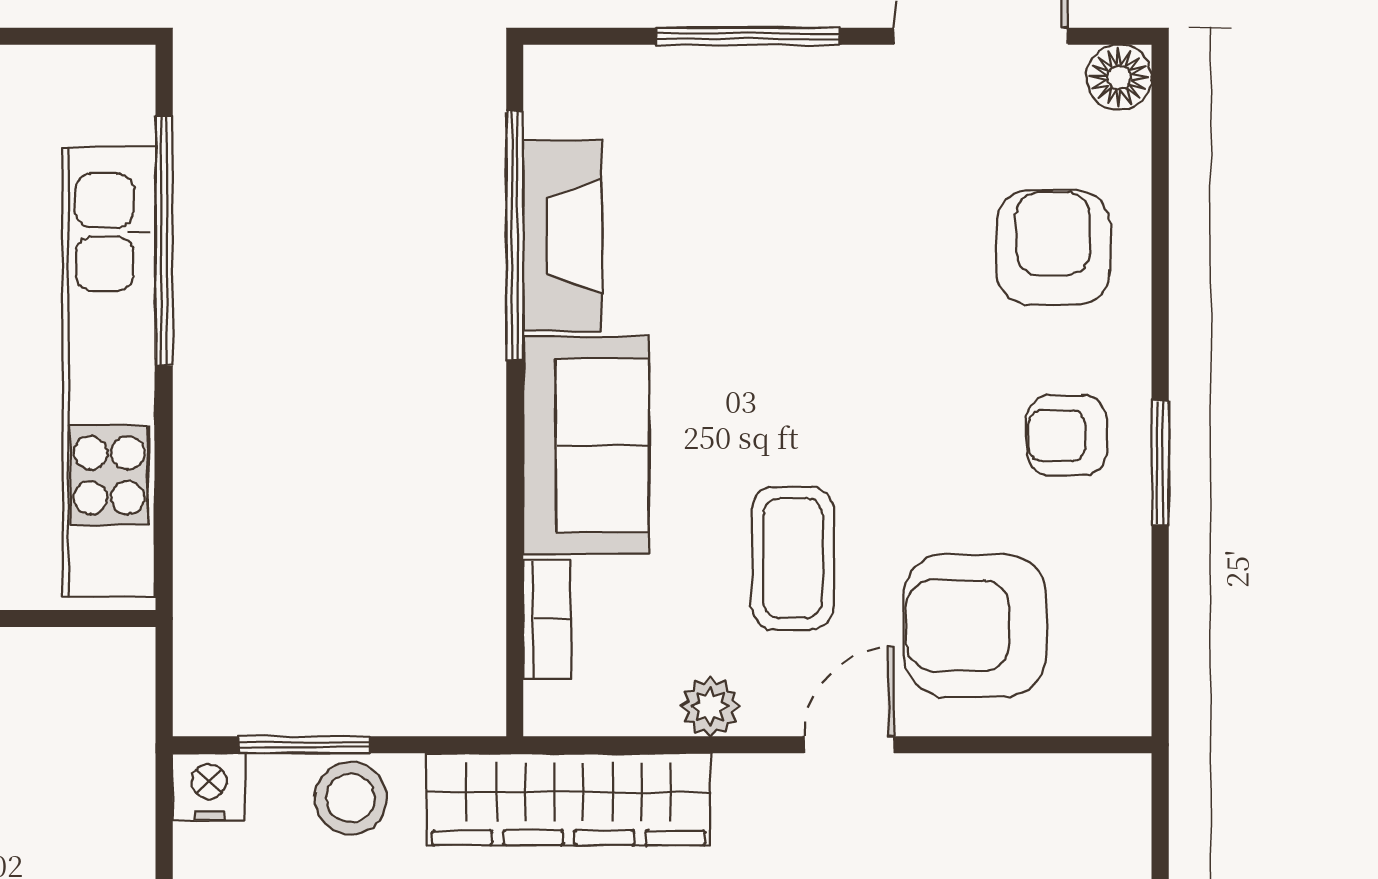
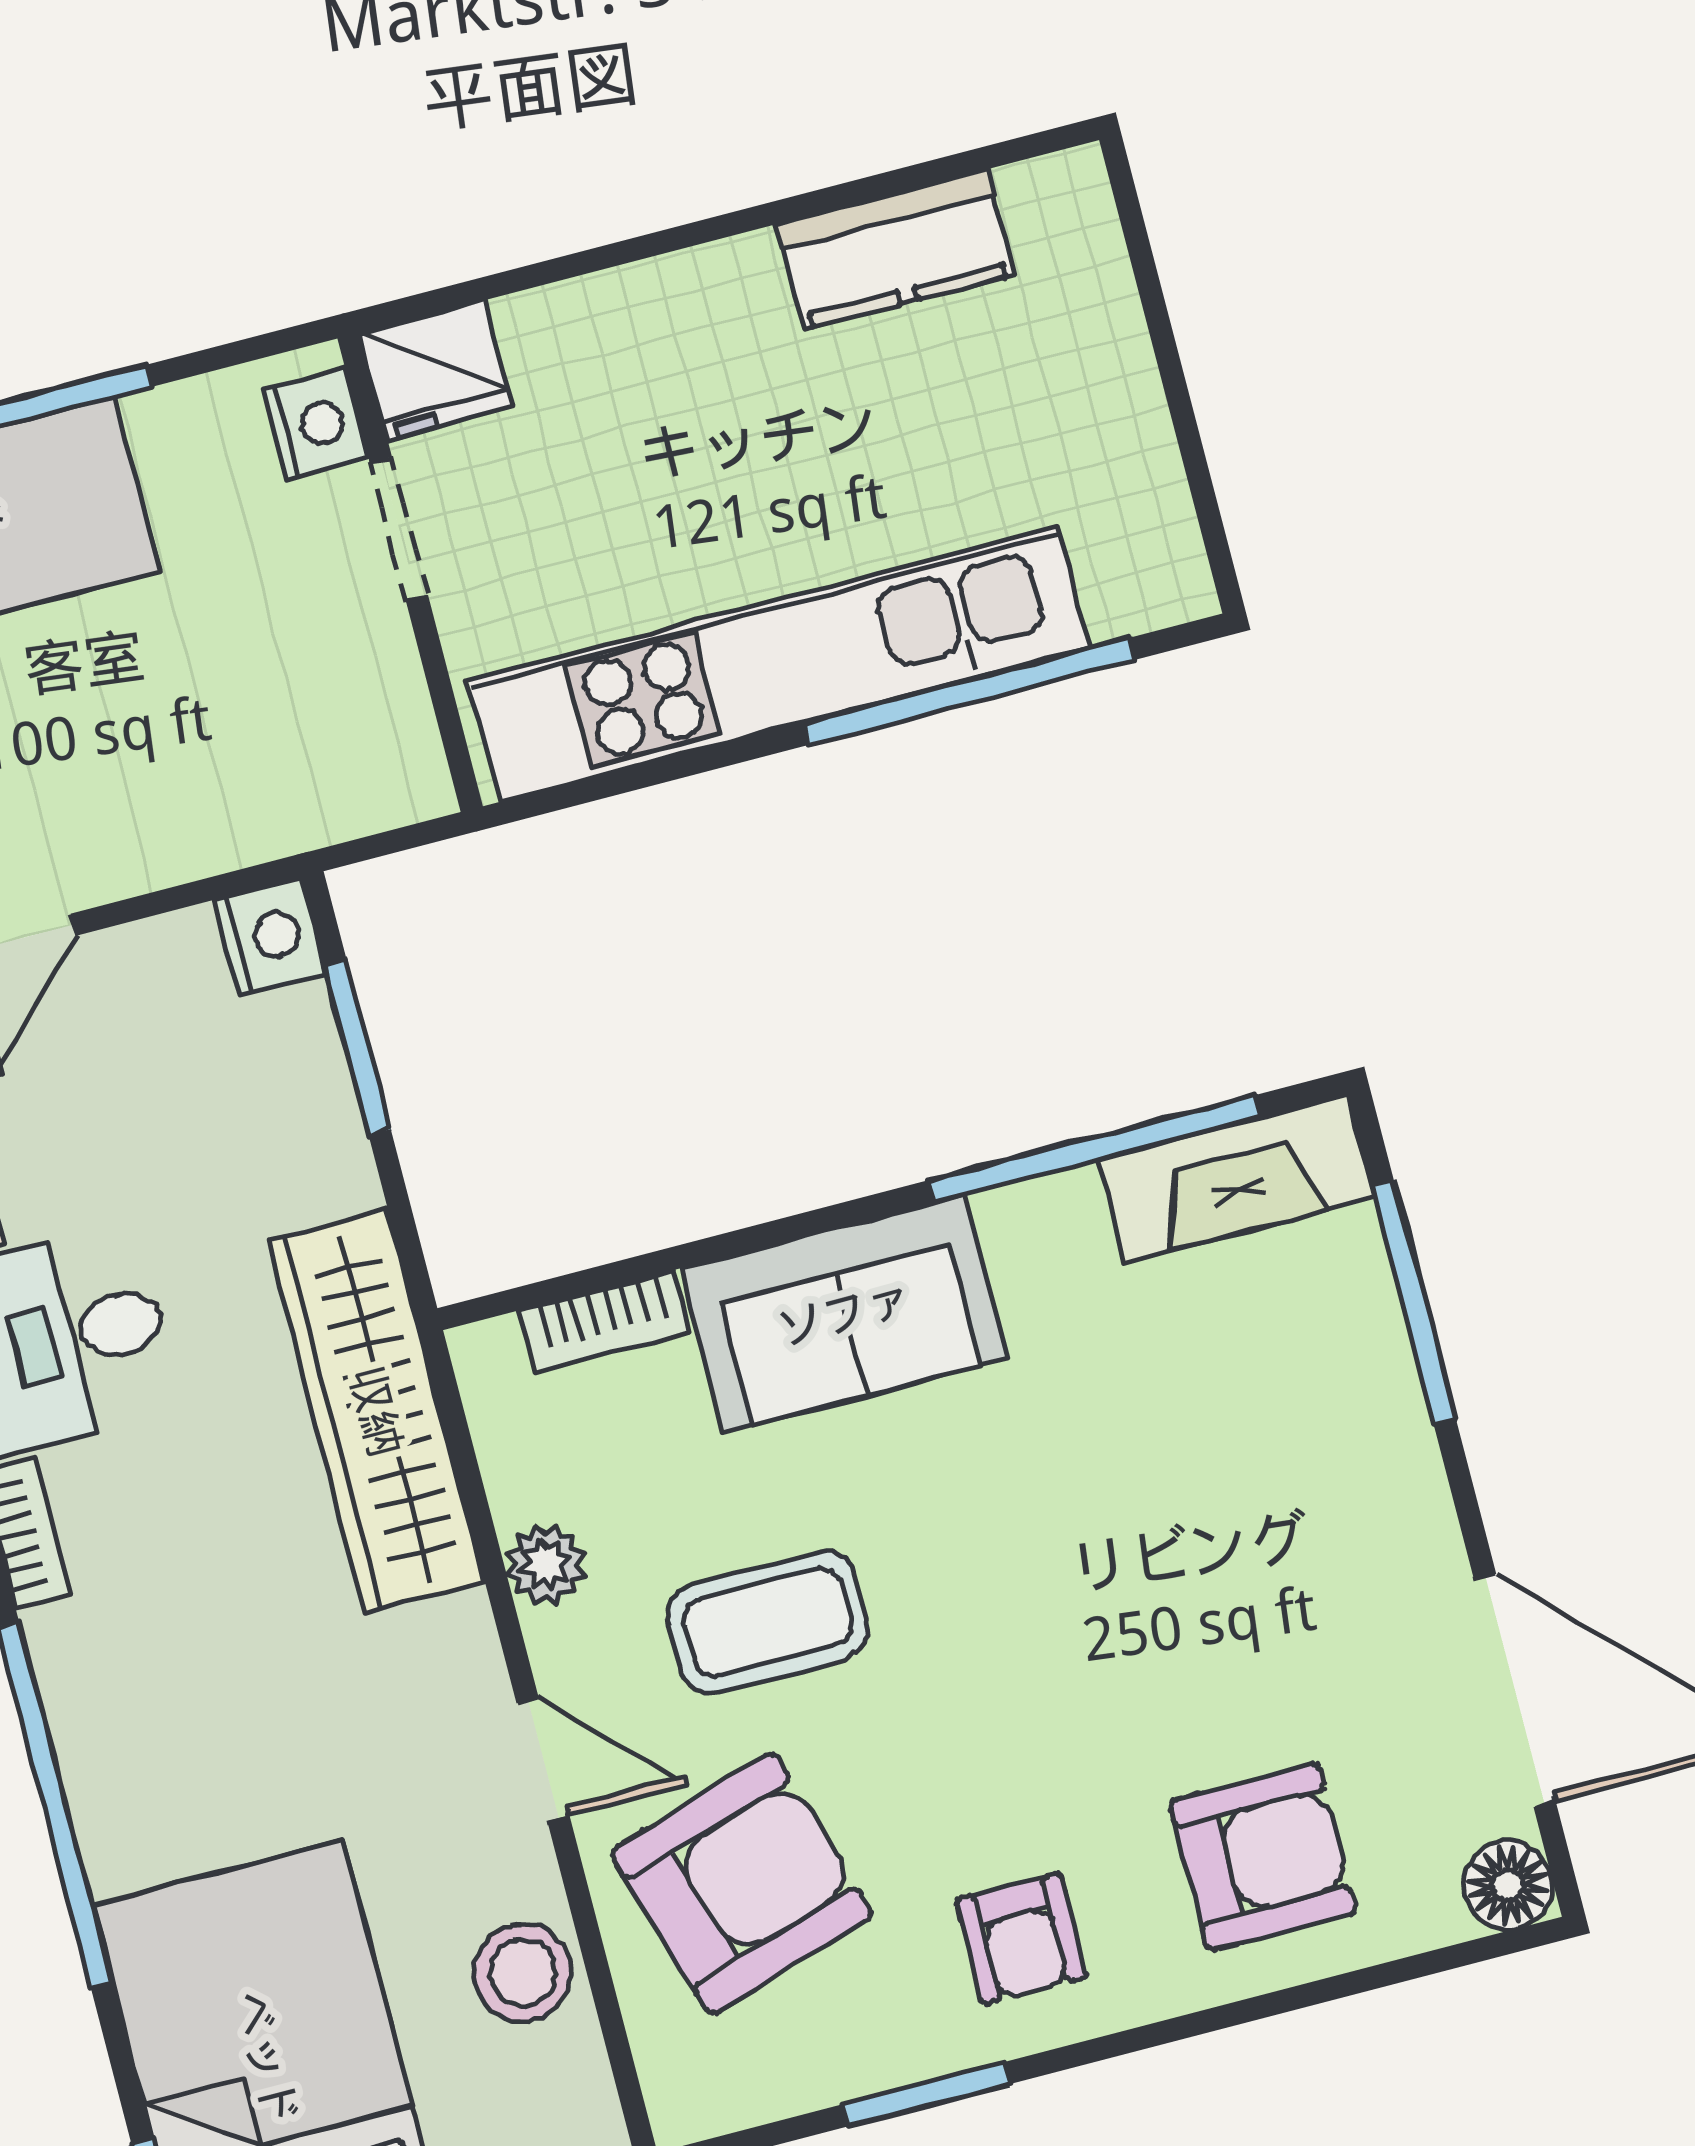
window: (748, 36) -> (1414, 1303), moved
fireplace: (563, 236) -> (1236, 1178), moved
armchair: (1067, 436) -> (1021, 1939), turned 180
window: (1160, 463) -> (926, 2094), moved
armchair: (975, 626) -> (742, 1883), turned 73
stool: (351, 798) -> (523, 1972), moved

